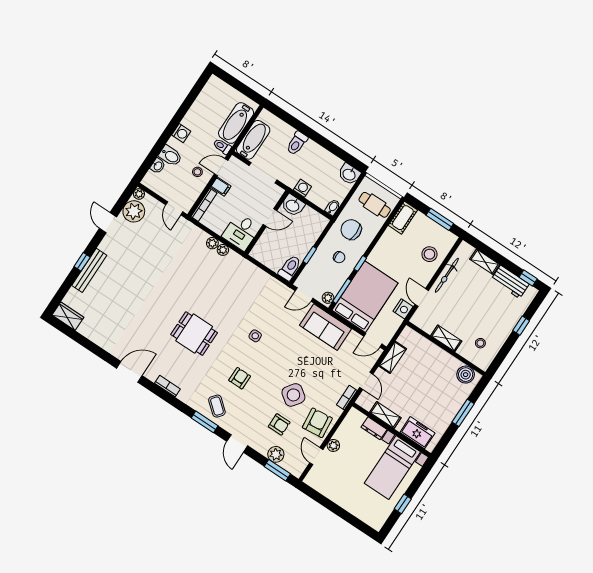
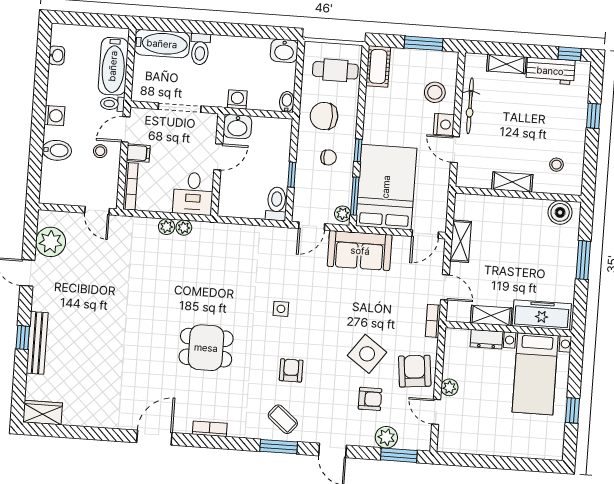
bathtub: (253, 140) -> (162, 44), moved, turned 90
washbasin: (158, 166) -> (57, 55), moved
plant: (139, 194) -> (45, 217), removed
nightstand: (403, 309) -> (444, 124), moved
freezer: (417, 433) -> (542, 315), width x1.40

